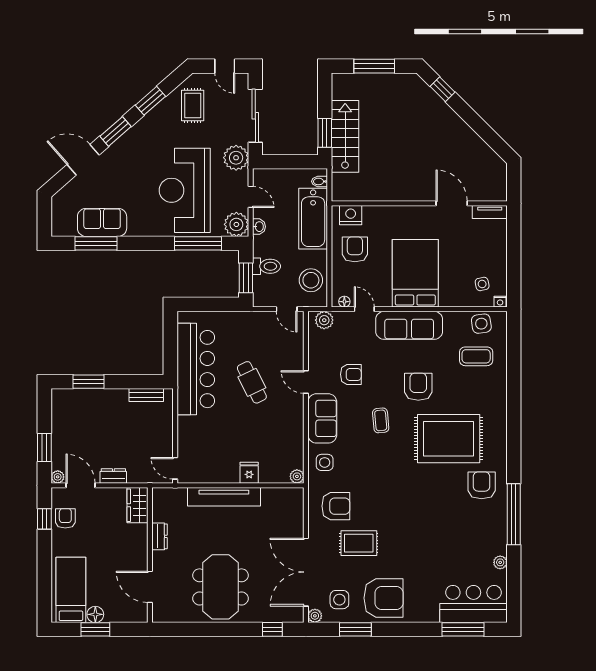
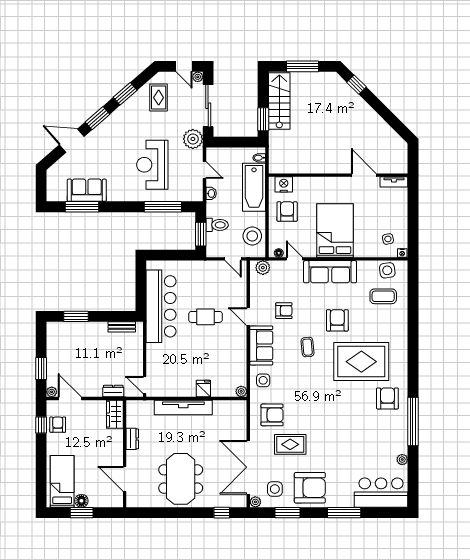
stairs: (345, 136) -> (279, 101), moved
reception desk: (185, 190) -> (152, 165), width x0.74, depth x0.77
plant: (236, 224) -> (198, 77), moved, width x0.53, depth x0.53
cafe table: (252, 382) -> (205, 317), turned -64
dresser: (113, 476) -> (113, 391), moved
window: (463, 629) -> (344, 513), moved

